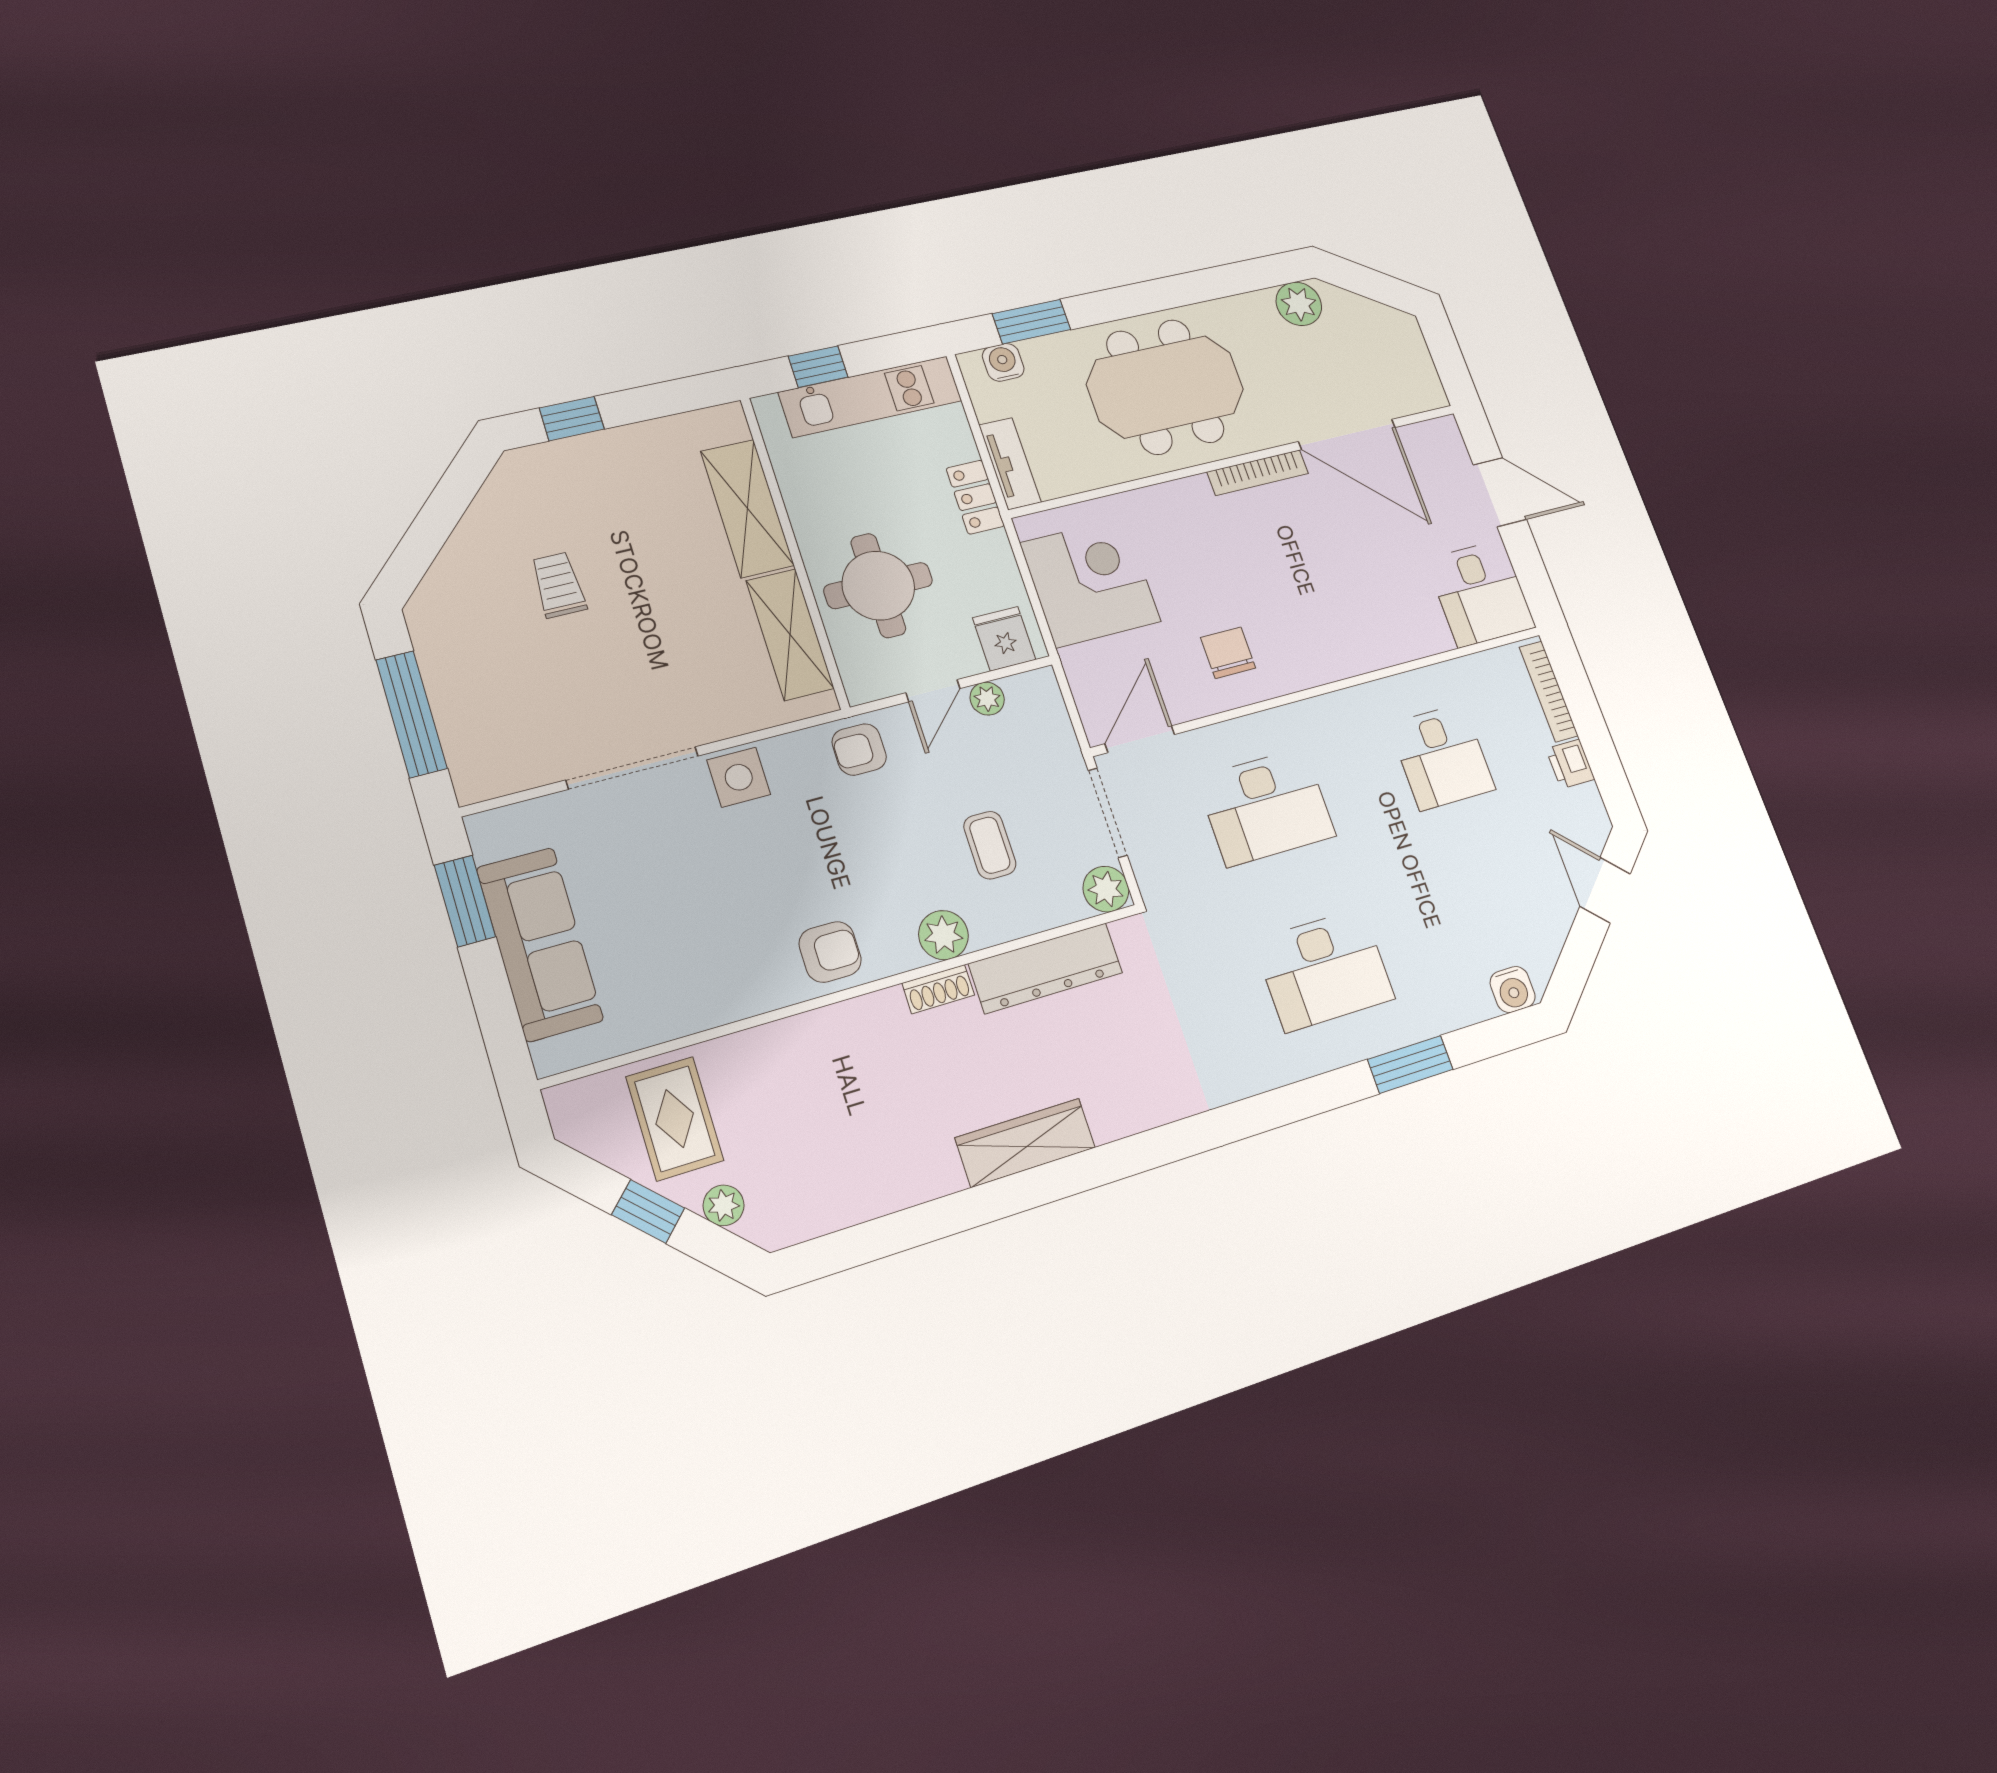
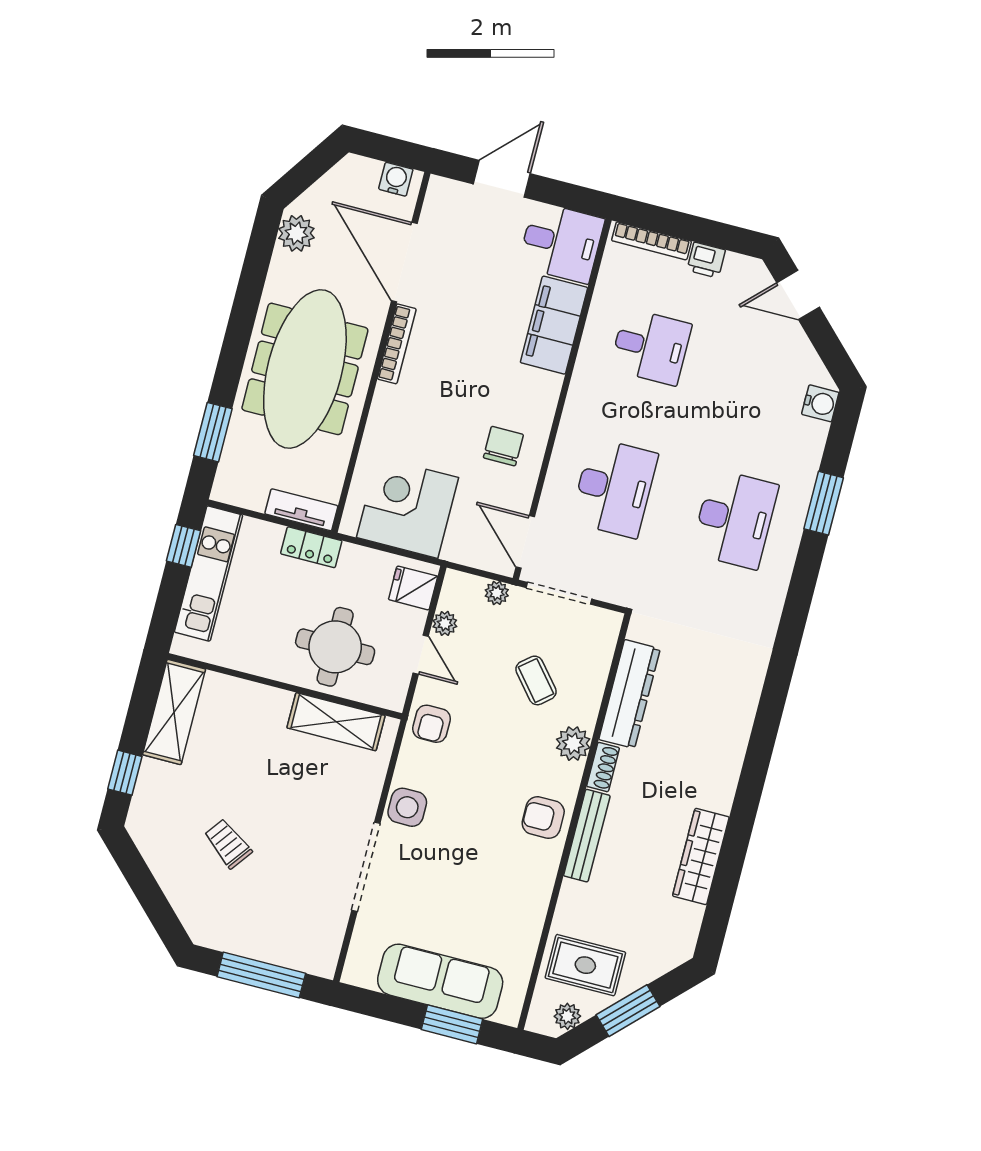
water cooler: (1003, 362) -> (396, 179), moved, turned 90
window: (818, 367) -> (183, 546), moved
meeting table: (1165, 387) -> (305, 369), width x1.36
door: (1347, 434) -> (404, 262), swing flipped
shelving: (747, 508) -> (174, 712), moved, turned 90
trolley: (558, 585) -> (228, 844), turned 37
filing cabinet: (1392, 635) -> (554, 325), added
chair: (1228, 653) -> (503, 446), turned 90
coffee table: (990, 845) -> (536, 680), turned 50
plant: (1106, 889) -> (497, 593), moved, width x0.73, depth x0.73
window: (465, 901) -> (452, 1024), moved
armchair: (830, 952) -> (543, 818), turned -90
bench: (841, 1020) -> (587, 836), added
wardrobe: (1025, 1143) -> (701, 856), moved
plant: (724, 1205) -> (567, 1016), moved
window: (648, 1211) -> (628, 1011), width x1.50

